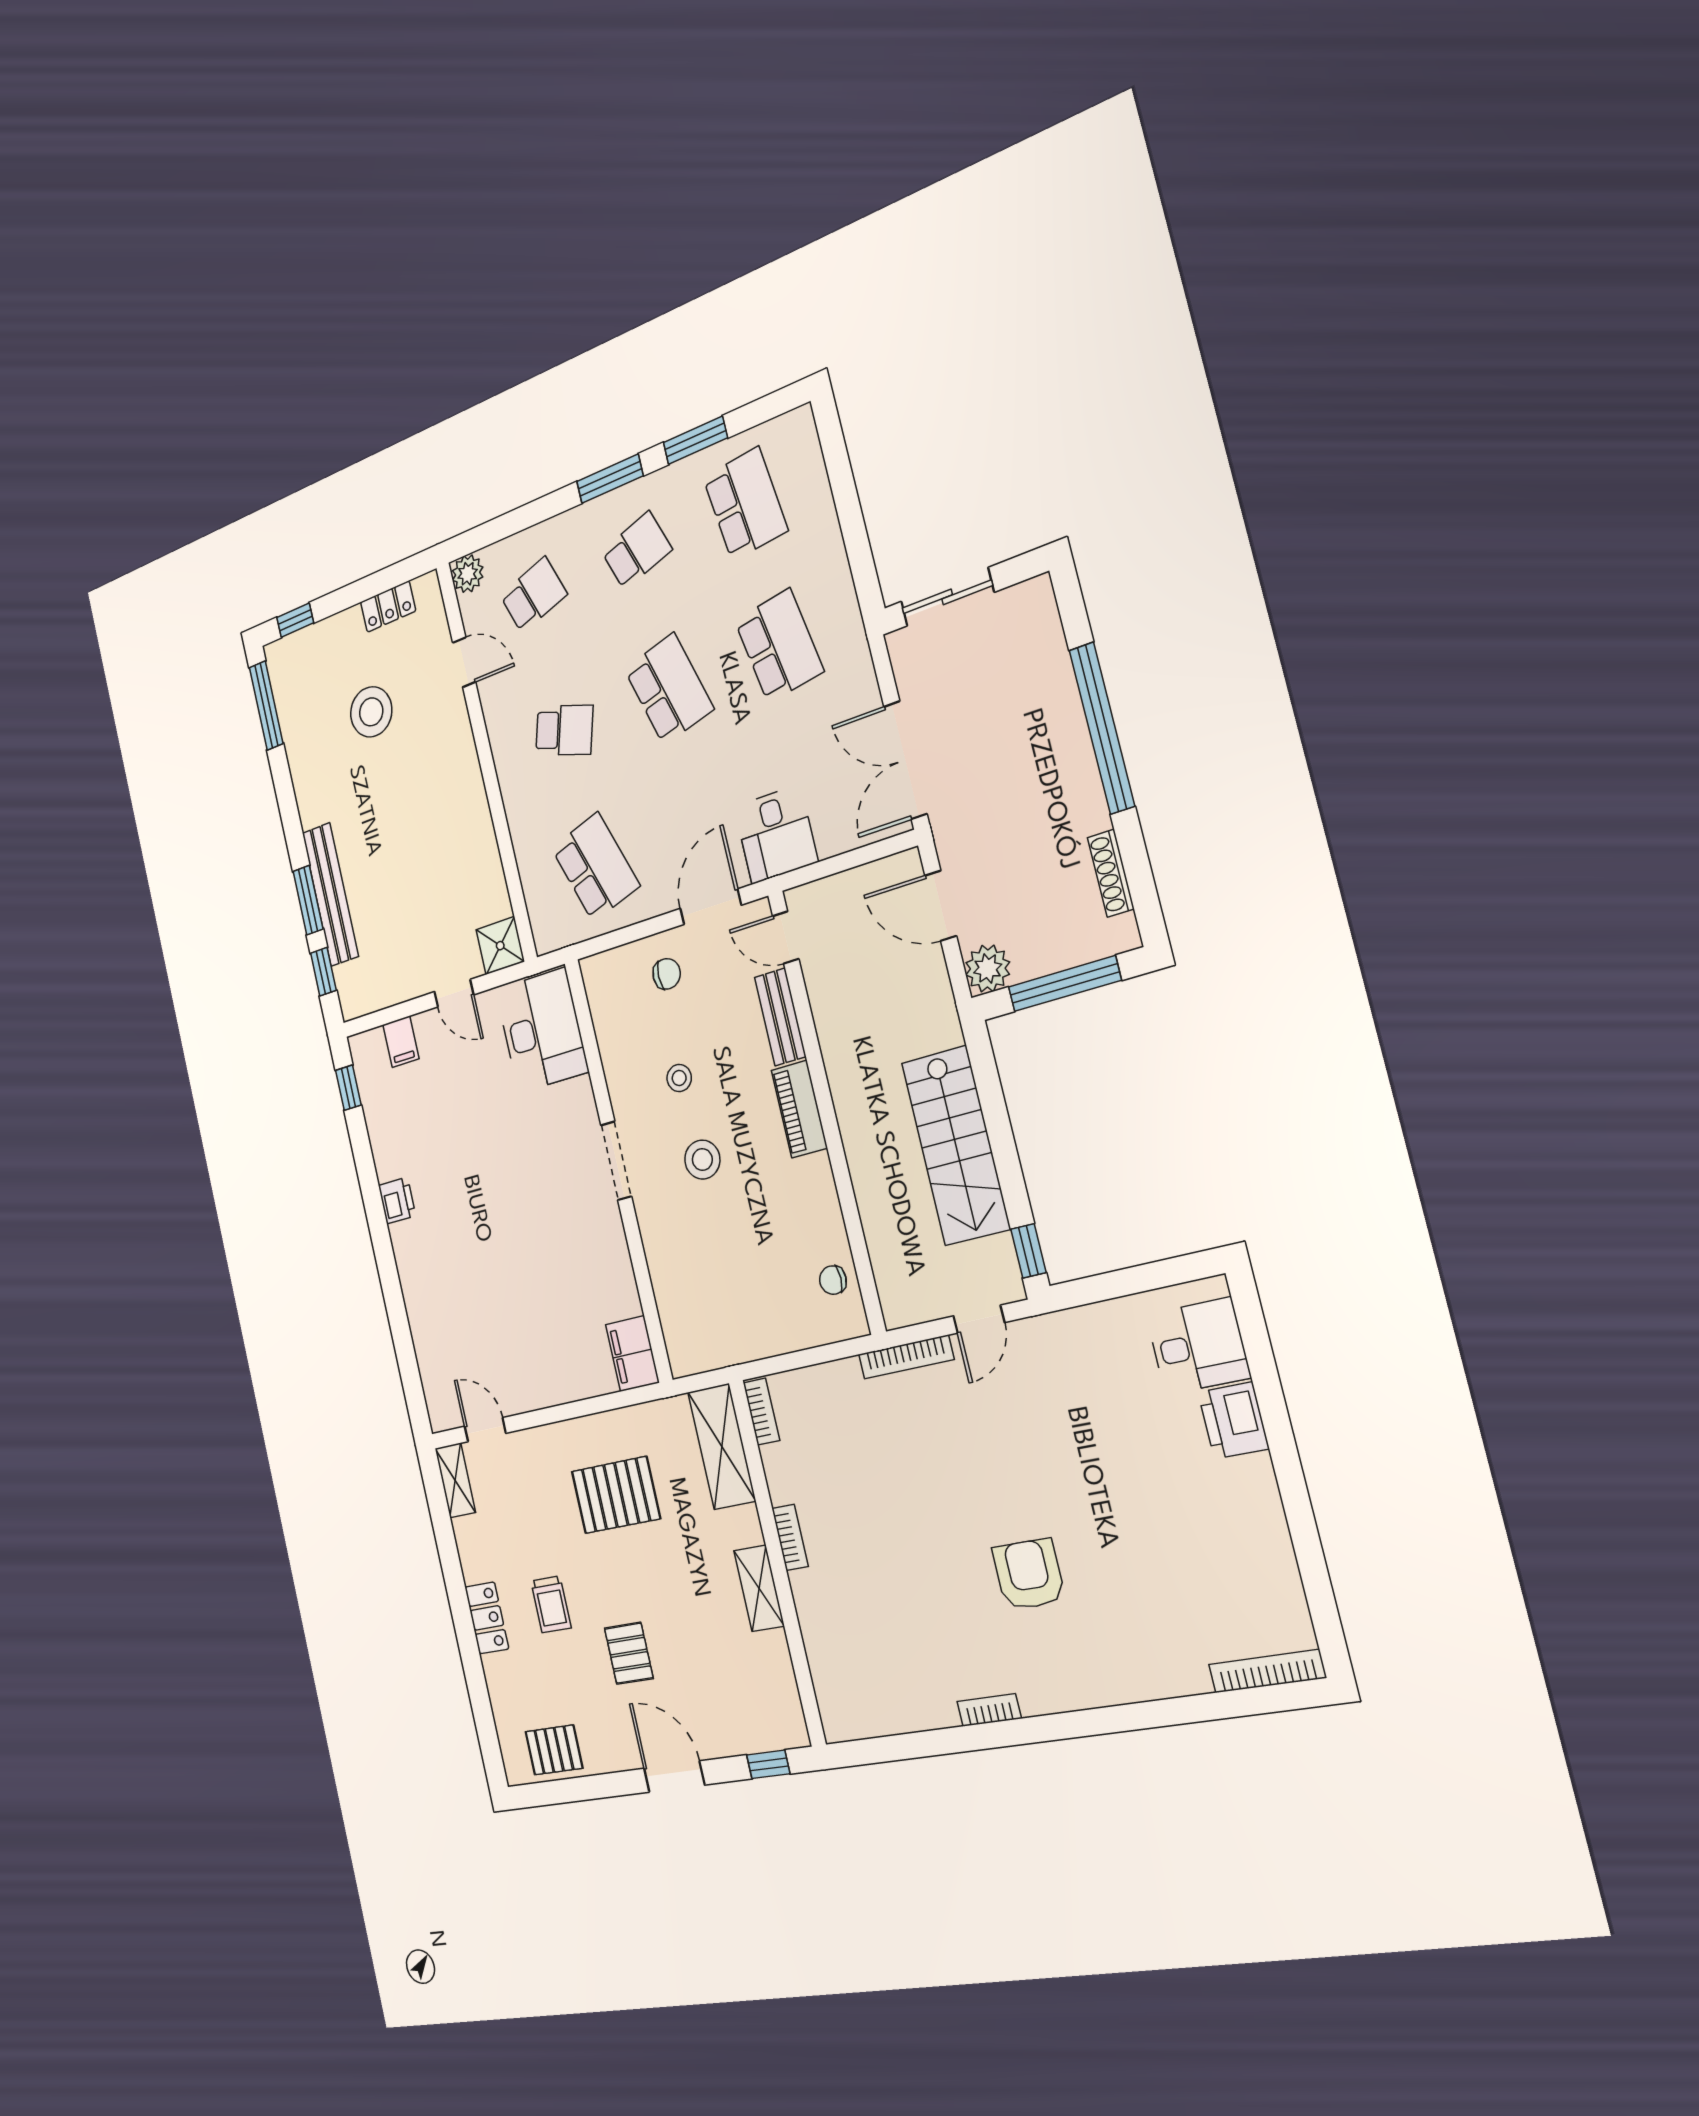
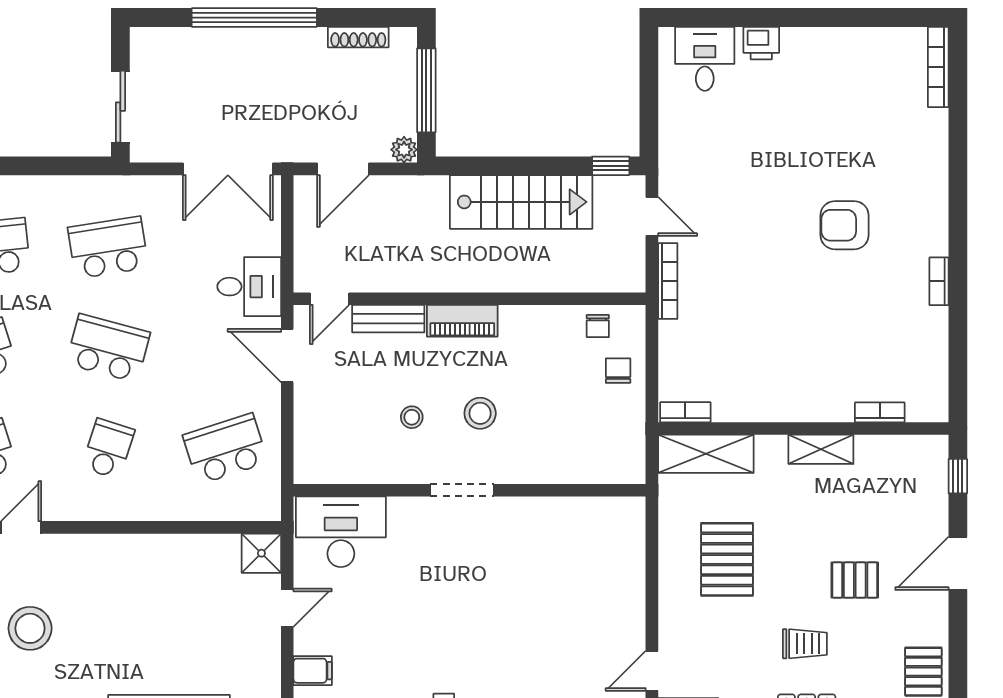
school desk: (669, 689) -> (108, 348), turned 30
plant: (988, 969) -> (404, 150), width x0.73, depth x0.73
chair: (667, 974) -> (618, 371), moved
filing cabinet: (632, 1354) -> (618, 515), removed
printer: (1233, 1420) -> (761, 43), width x0.73, depth x0.81
bookcase: (790, 1537) -> (880, 412), moved

